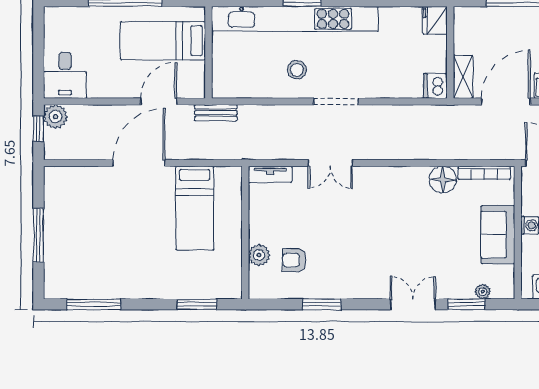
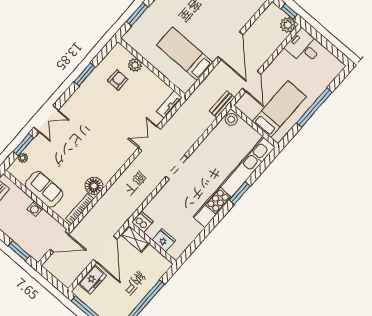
fridge: (435, 20) -> (164, 240), moved
stool: (297, 70) -> (231, 119), moved

